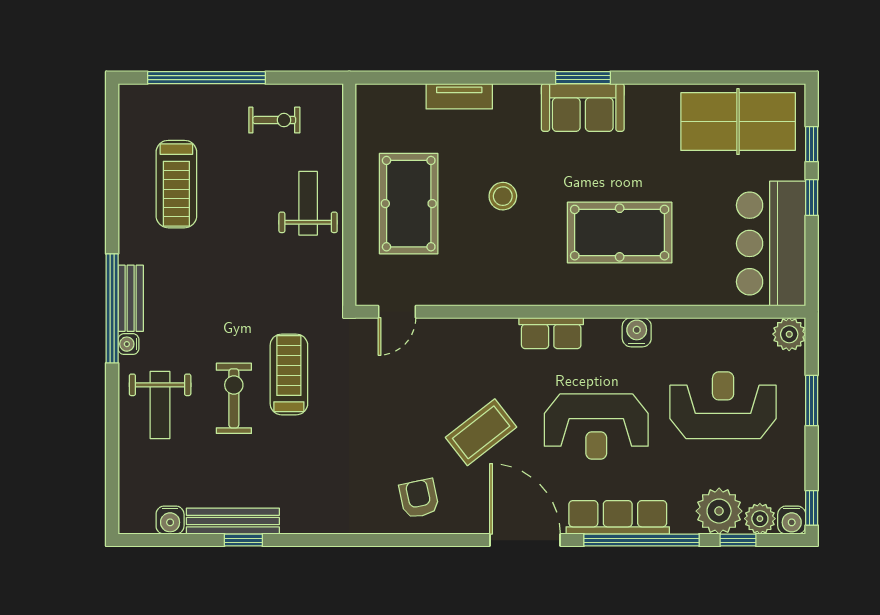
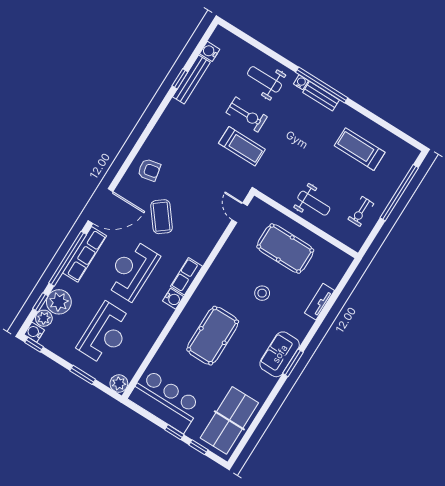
water cooler: (637, 332) -> (173, 299), moved

